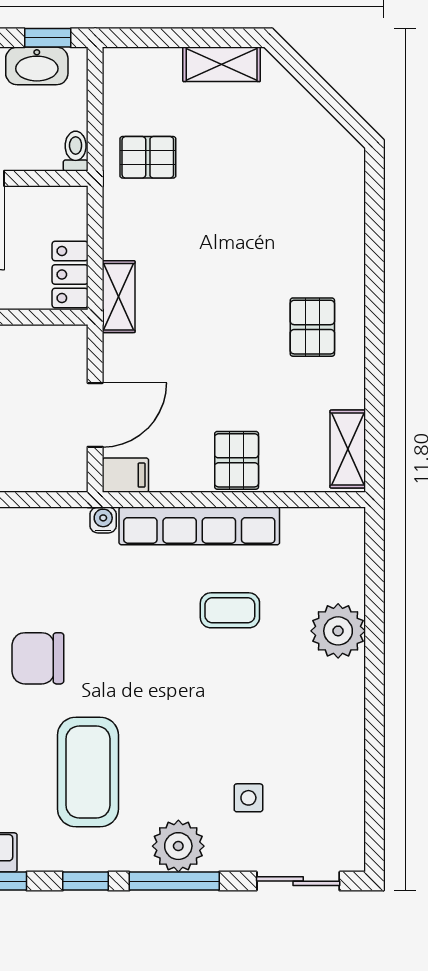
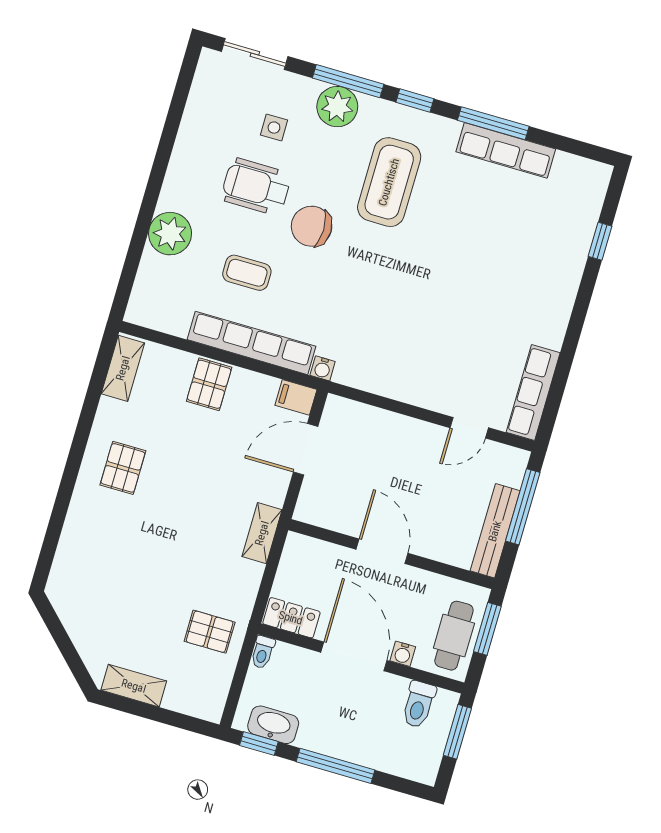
locker: (70, 275) -> (291, 618), moved, turned -90
chair: (38, 658) -> (312, 226), moved, turned 180
wheelchair: (249, 719) -> (256, 187), added

